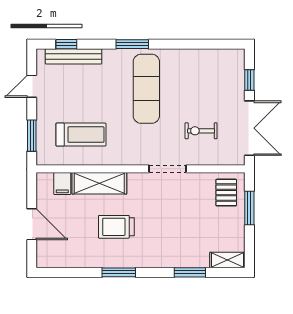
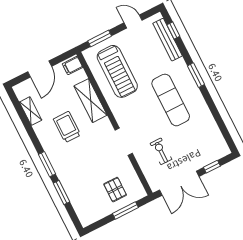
exercise mat: (146, 89) -> (171, 100), turned 90
treadmill: (81, 135) -> (117, 71), width x1.37, depth x1.38
filing cabinet: (62, 184) -> (73, 66), moved
pallet: (226, 193) -> (115, 190), moved, turned 90
shelving: (227, 260) -> (31, 111), moved
window: (119, 272) -> (47, 164), moved

